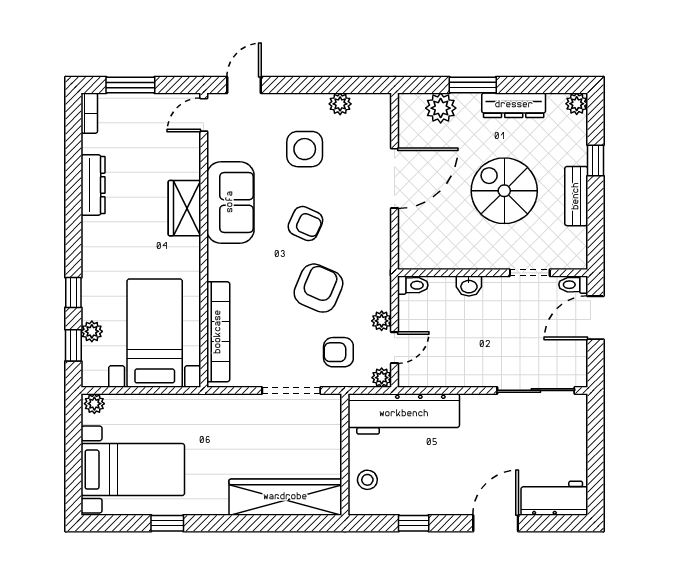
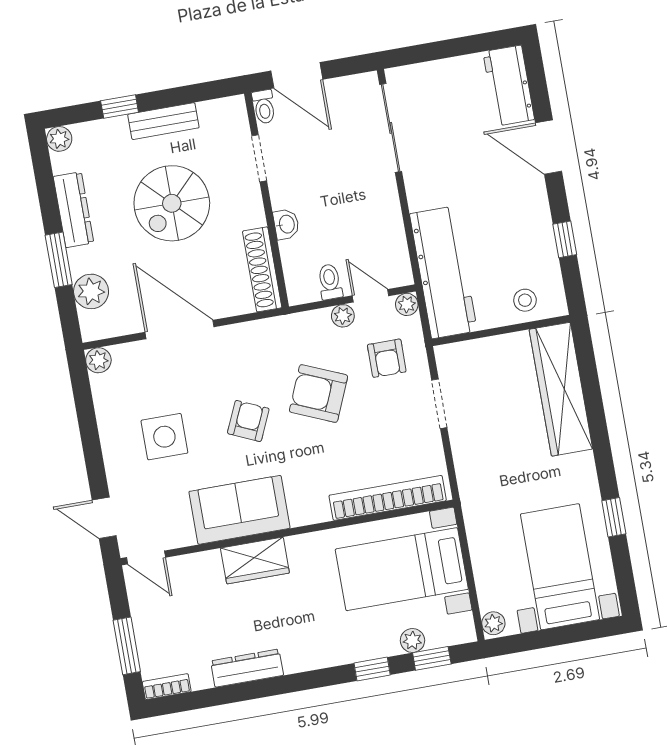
plant: (340, 104) -> (98, 360), moved
shoe rack: (434, 258) -> (262, 269), added
toilet: (413, 285) -> (330, 282), moved
doorway: (291, 390) -> (439, 404), width x0.73

